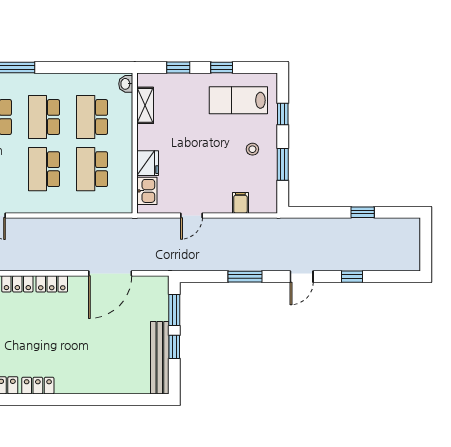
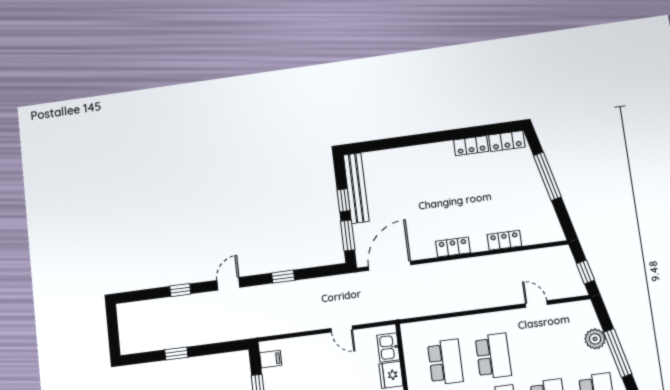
filing cabinet: (240, 203) -> (271, 359), moved, turned -90
door: (191, 215) -> (342, 329), swing flipped
door: (110, 273) -> (390, 266), moved
window: (245, 277) -> (283, 277), width x0.67
locker: (52, 284) -> (453, 247), moved

